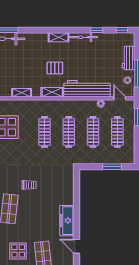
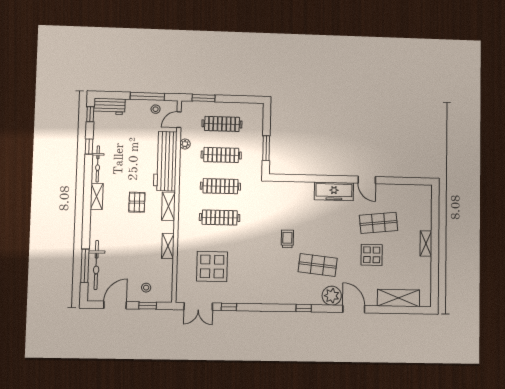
workbench: (129, 58) -> (109, 106), moved
window: (112, 167) -> (266, 148), moved
door: (76, 246) -> (367, 180), hinge flipped

